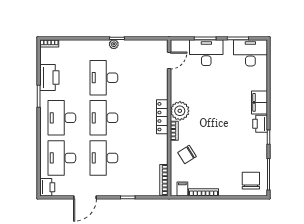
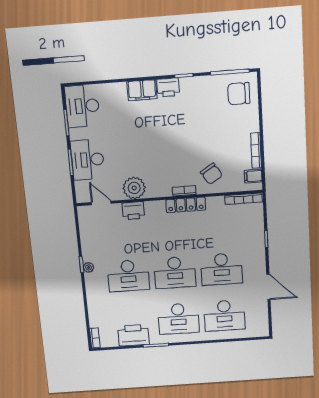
plant: (180, 111) -> (134, 188), moved
locker: (162, 117) -> (186, 205), moved
printer: (47, 187) -> (133, 211), moved, turned 180

